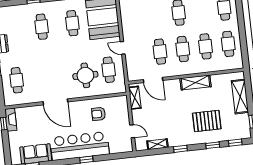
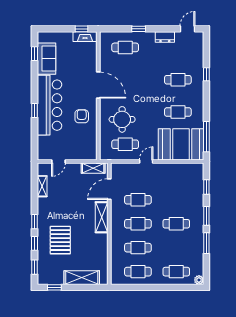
shelving: (195, 82) -> (102, 217), moved
door: (55, 102) -> (98, 85), swing flipped
armchair: (99, 114) -> (82, 116), moved
window: (180, 149) -> (34, 222), moved

